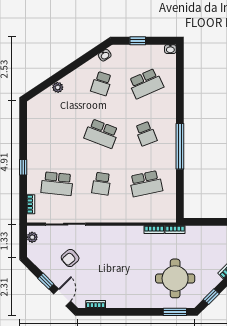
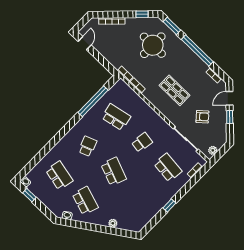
window: (138, 41) -> (29, 195), moved
school desk: (101, 83) -> (85, 201), width x1.85
school desk: (146, 83) -> (59, 176), turned 36
window: (180, 146) -> (93, 101), moved
window: (23, 167) -> (169, 206), moved
shop shelf: (117, 257) -> (175, 90), added
window: (131, 312) -> (197, 51), added

